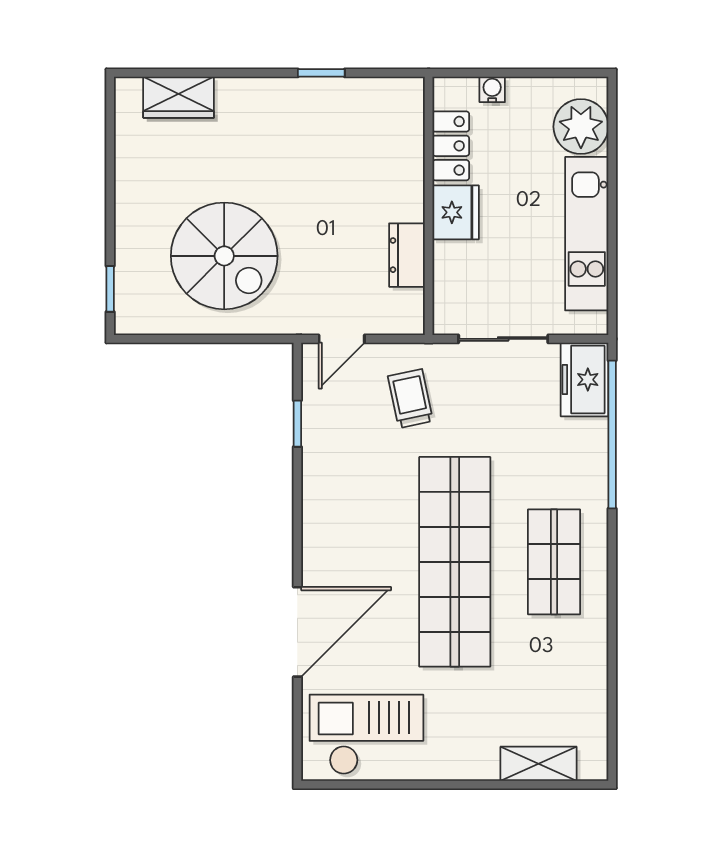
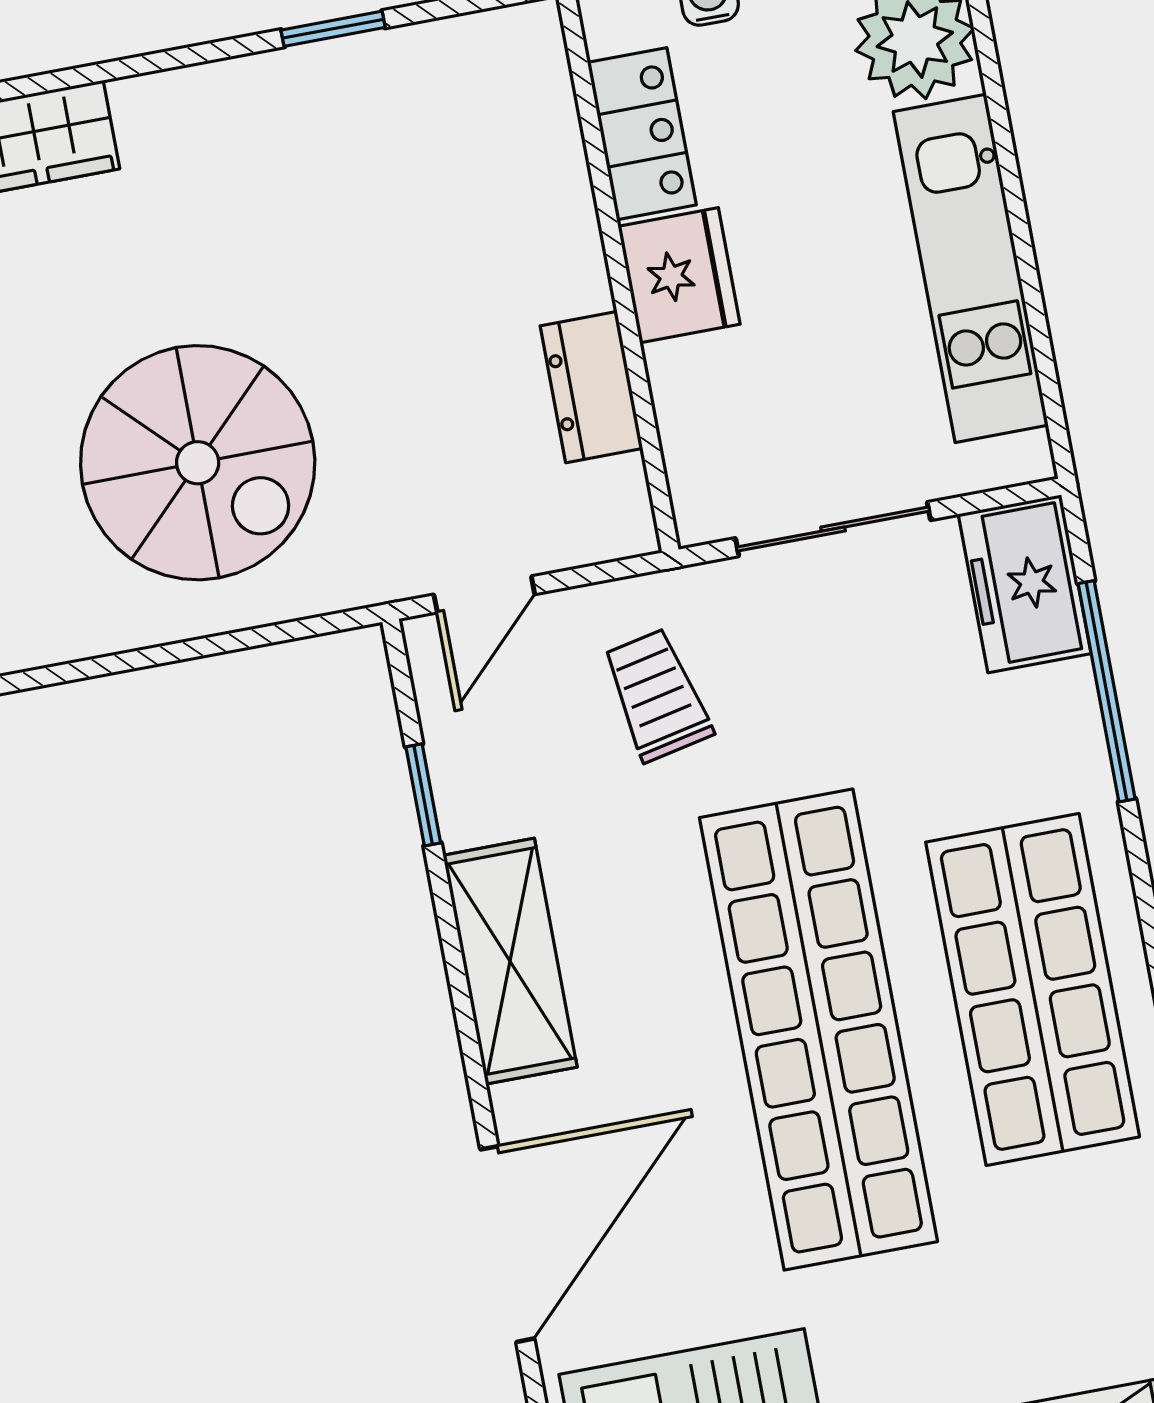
window: (612, 434) -> (1107, 691), width x0.68
shelving: (322, 505) -> (510, 961), added
shop shelf: (554, 562) -> (1033, 989), width x1.43, depth x1.36

